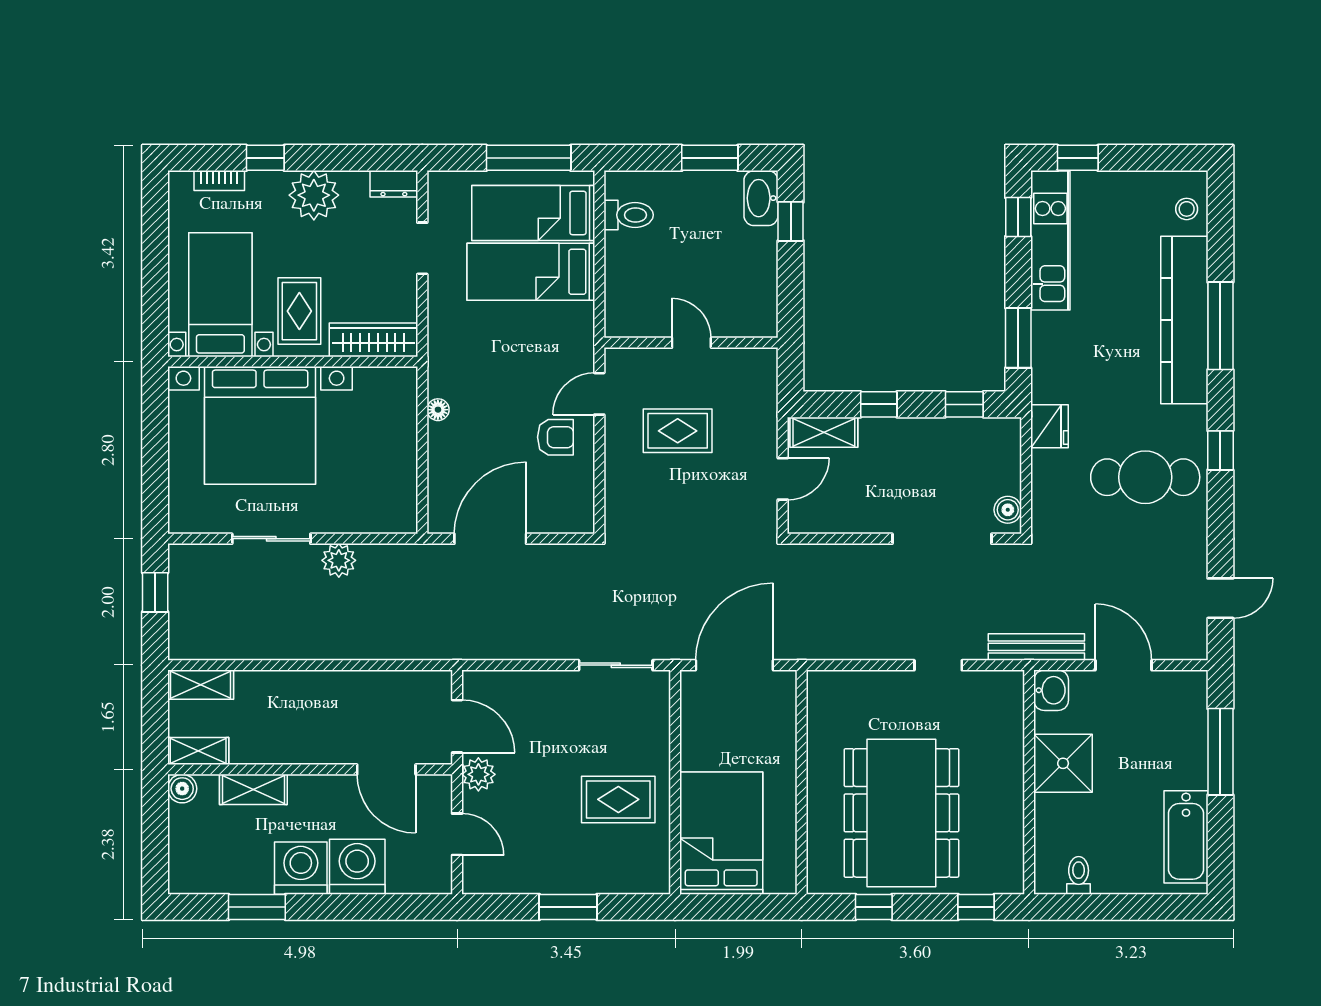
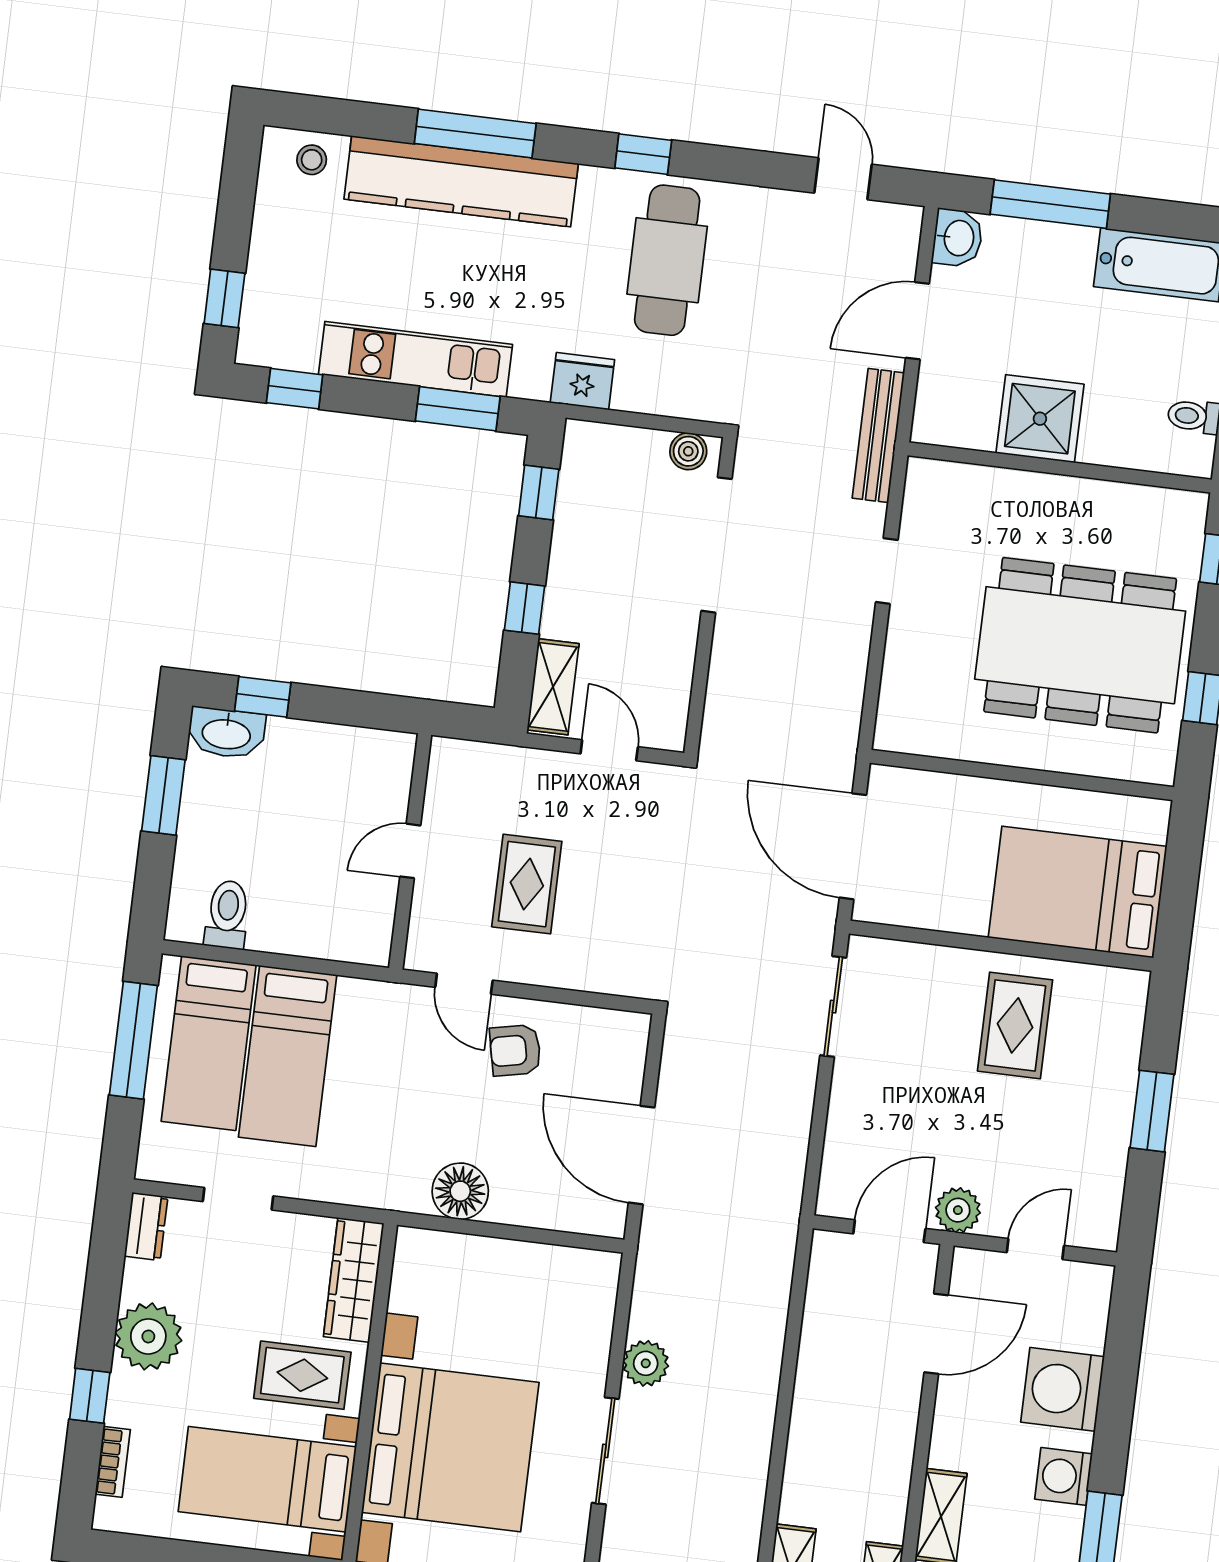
kitchen unit: (1050, 241) -> (415, 359), moved
floor lamp: (438, 410) -> (460, 1191), width x1.89, depth x1.89
armchair: (555, 437) -> (515, 1050), turned -102
washbasin: (1051, 690) -> (958, 238), moved, turned 90
washing machine: (301, 868) -> (1064, 1476), width x0.73, depth x0.73

